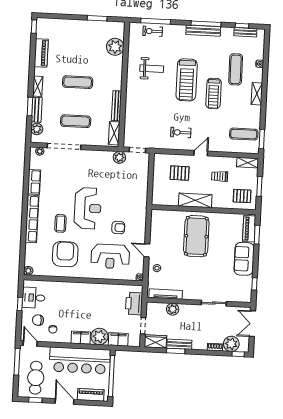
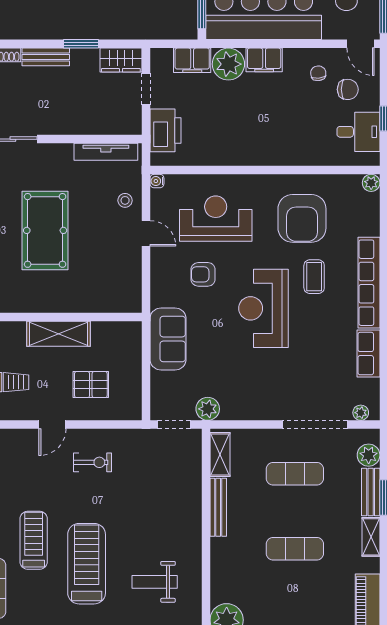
sofa: (138, 195) -> (168, 339), added
pool table: (196, 236) -> (45, 230), moved
plant: (173, 309) -> (91, 123), removed
bench: (179, 344) -> (46, 57), moved

